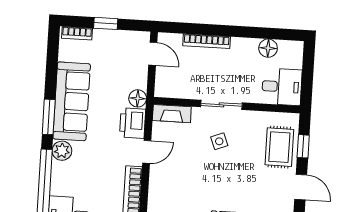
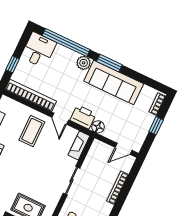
side table: (219, 141) -> (48, 169), removed
coffee table: (178, 182) -> (32, 131), added

